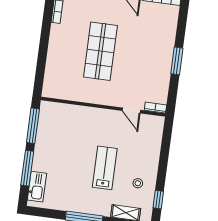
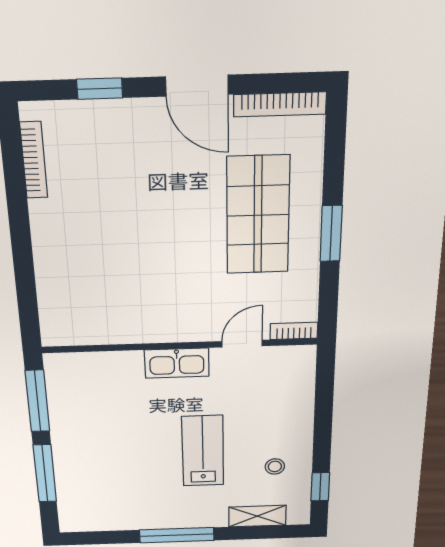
shop shelf: (100, 51) -> (258, 215), moved
door: (131, 110) -> (242, 344), swing flipped
kitchen sink: (37, 187) -> (177, 363), moved, turned 90

